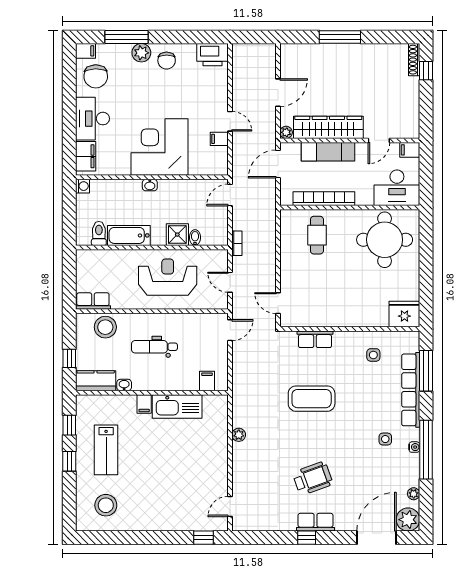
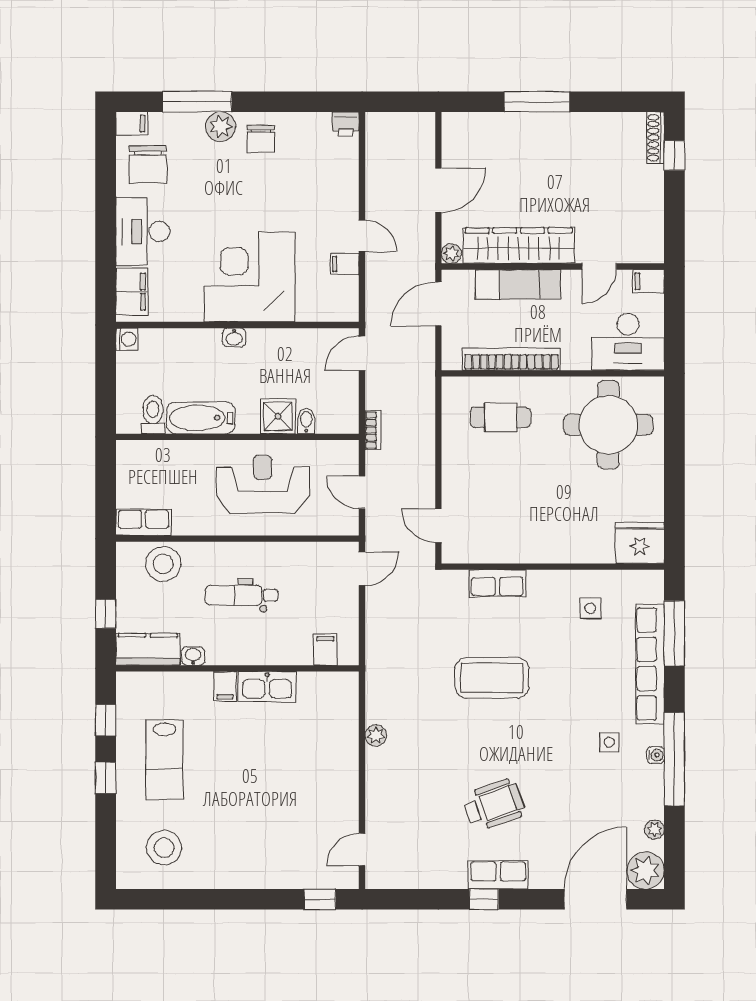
printer: (212, 55) -> (346, 124), width x0.53, depth x0.68
cafe table: (317, 235) -> (501, 417), turned 90
kitchen sink: (177, 406) -> (267, 687), width x0.73, depth x0.81

